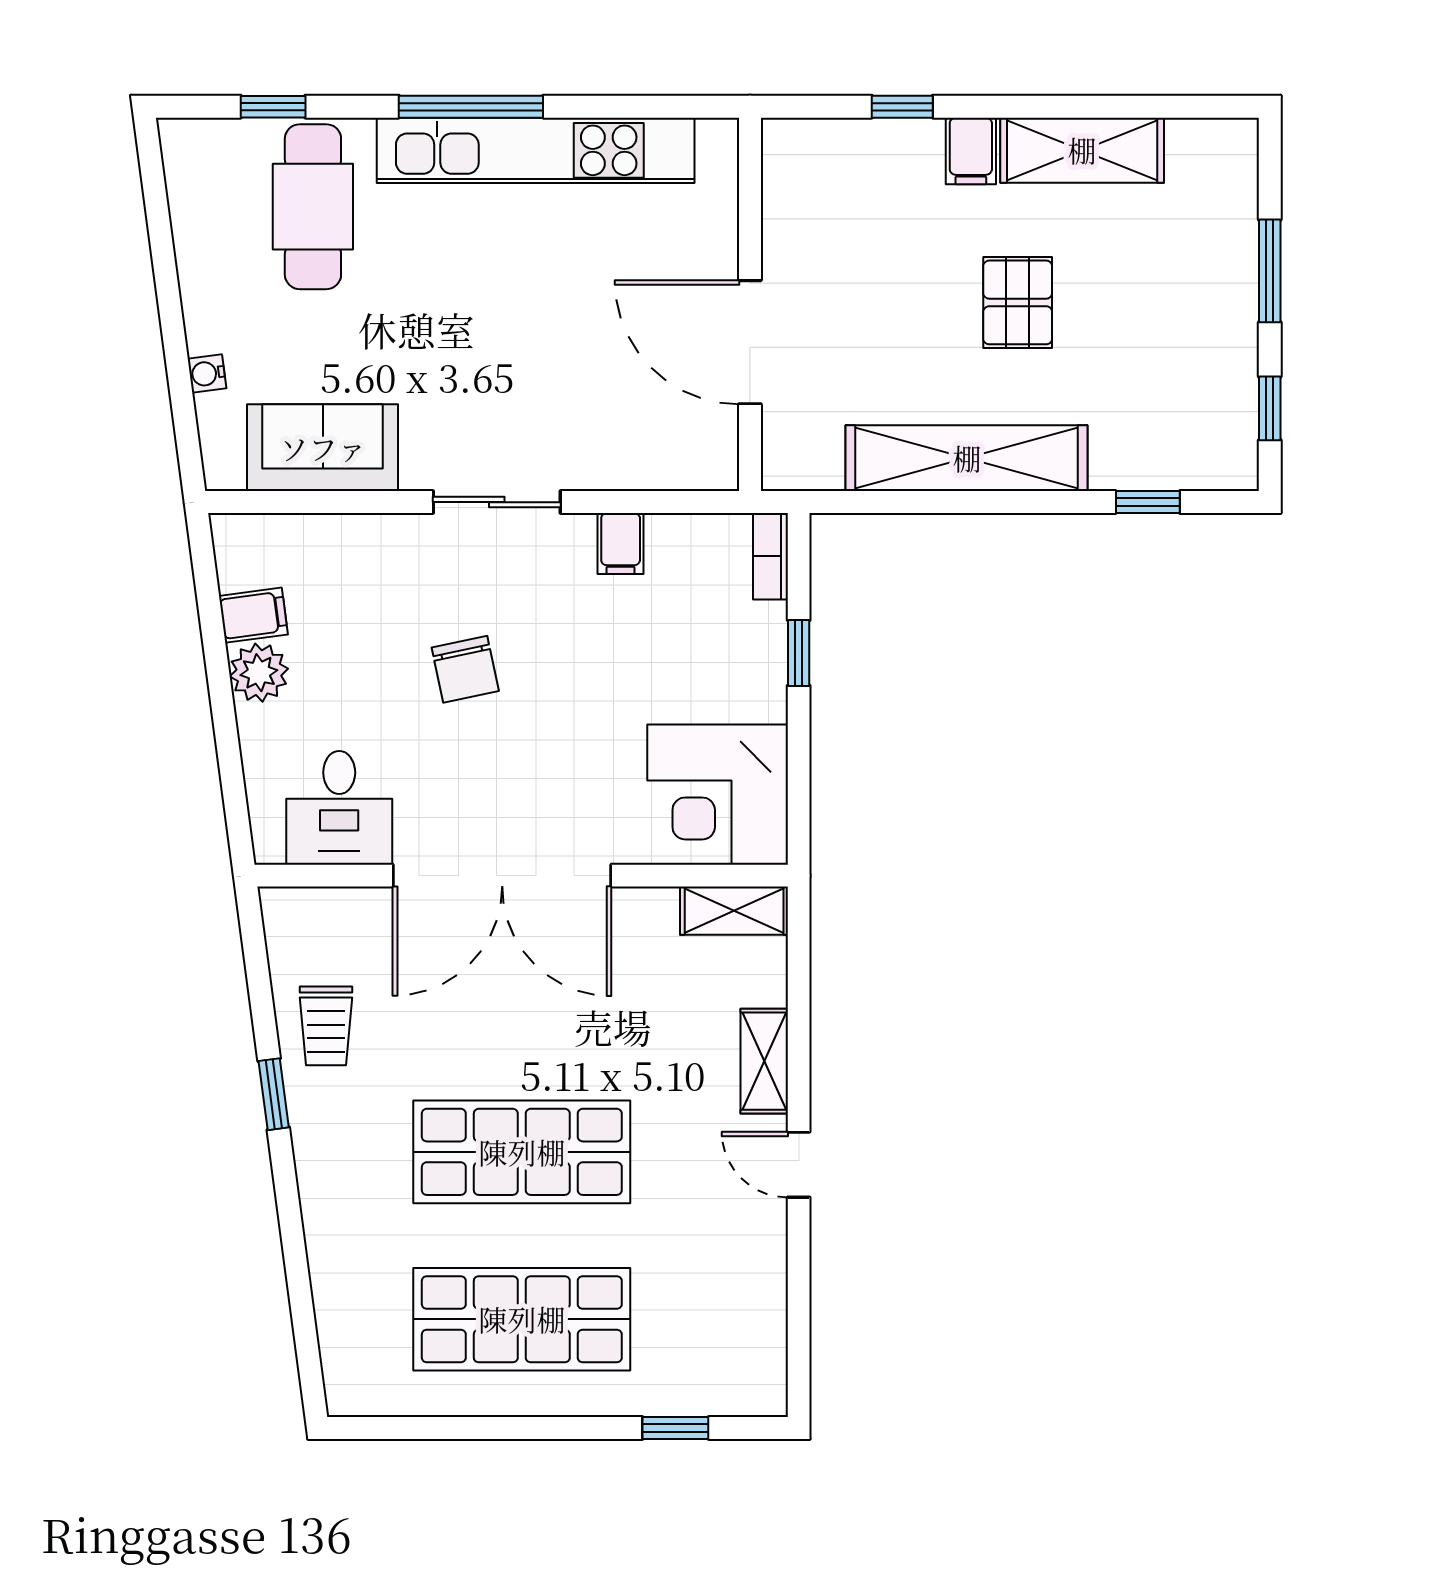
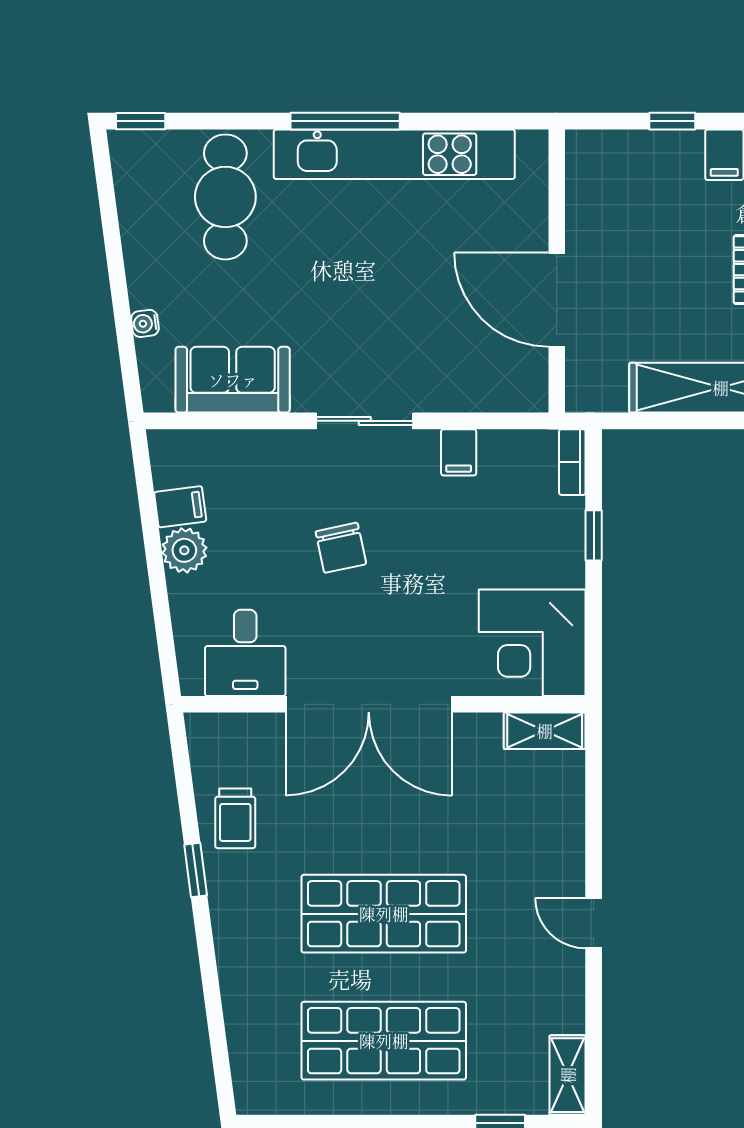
window: (273, 107) -> (141, 121), moved
shelving: (764, 1061) -> (568, 1075), moved

